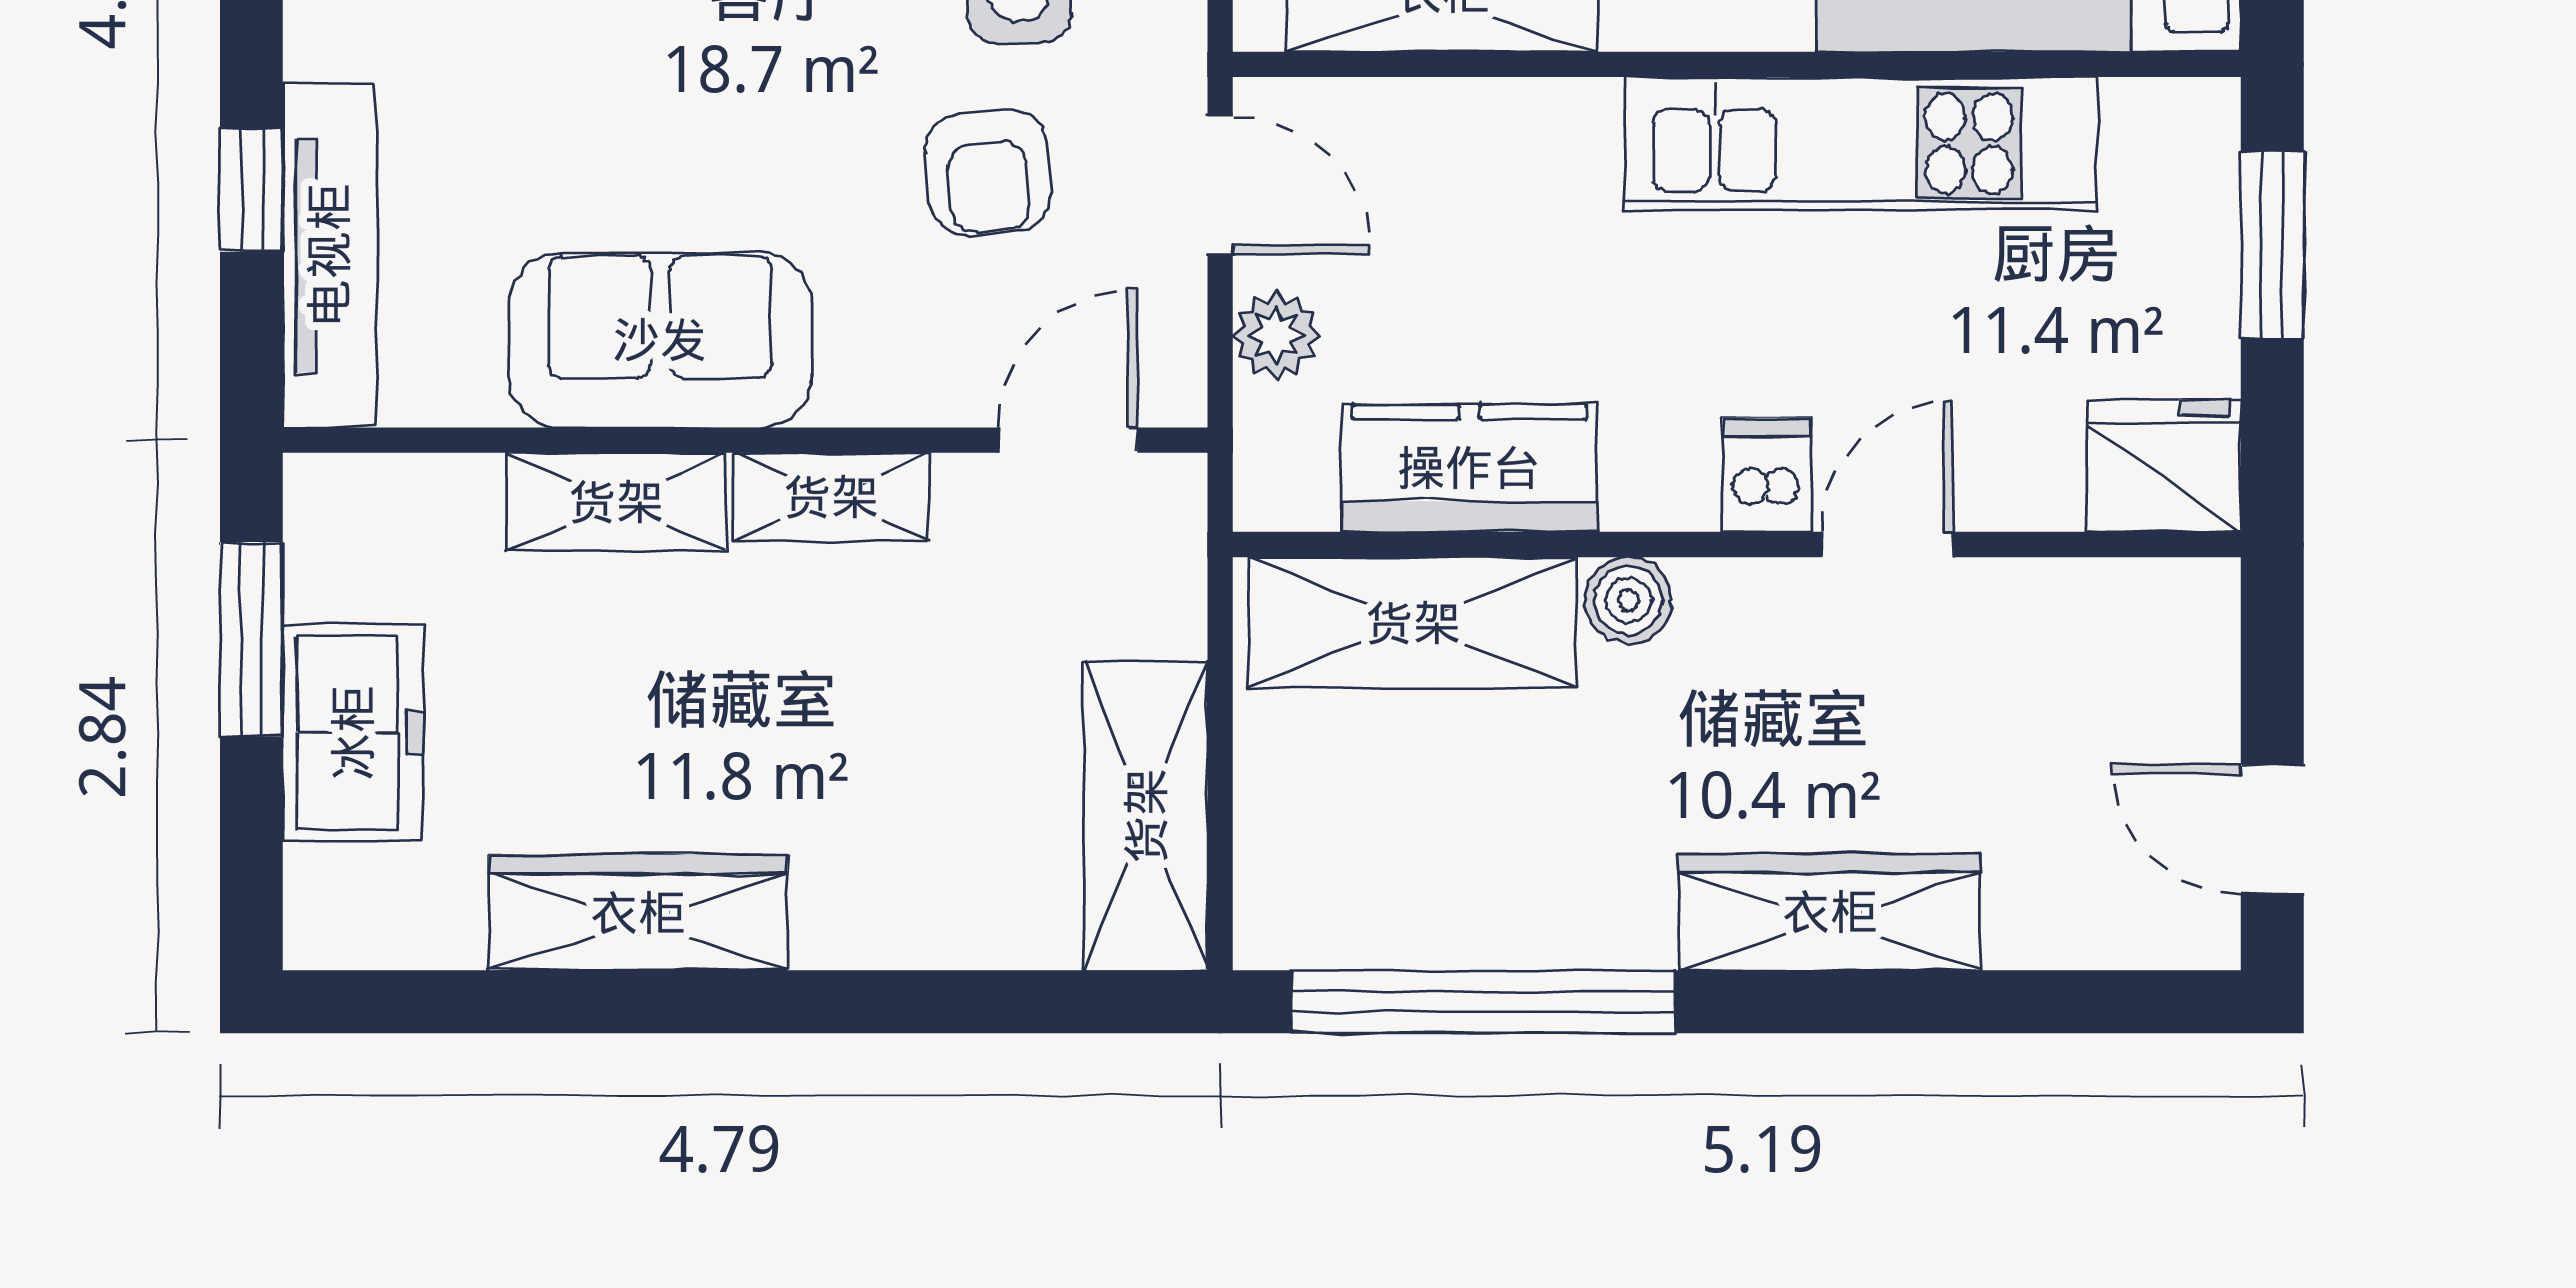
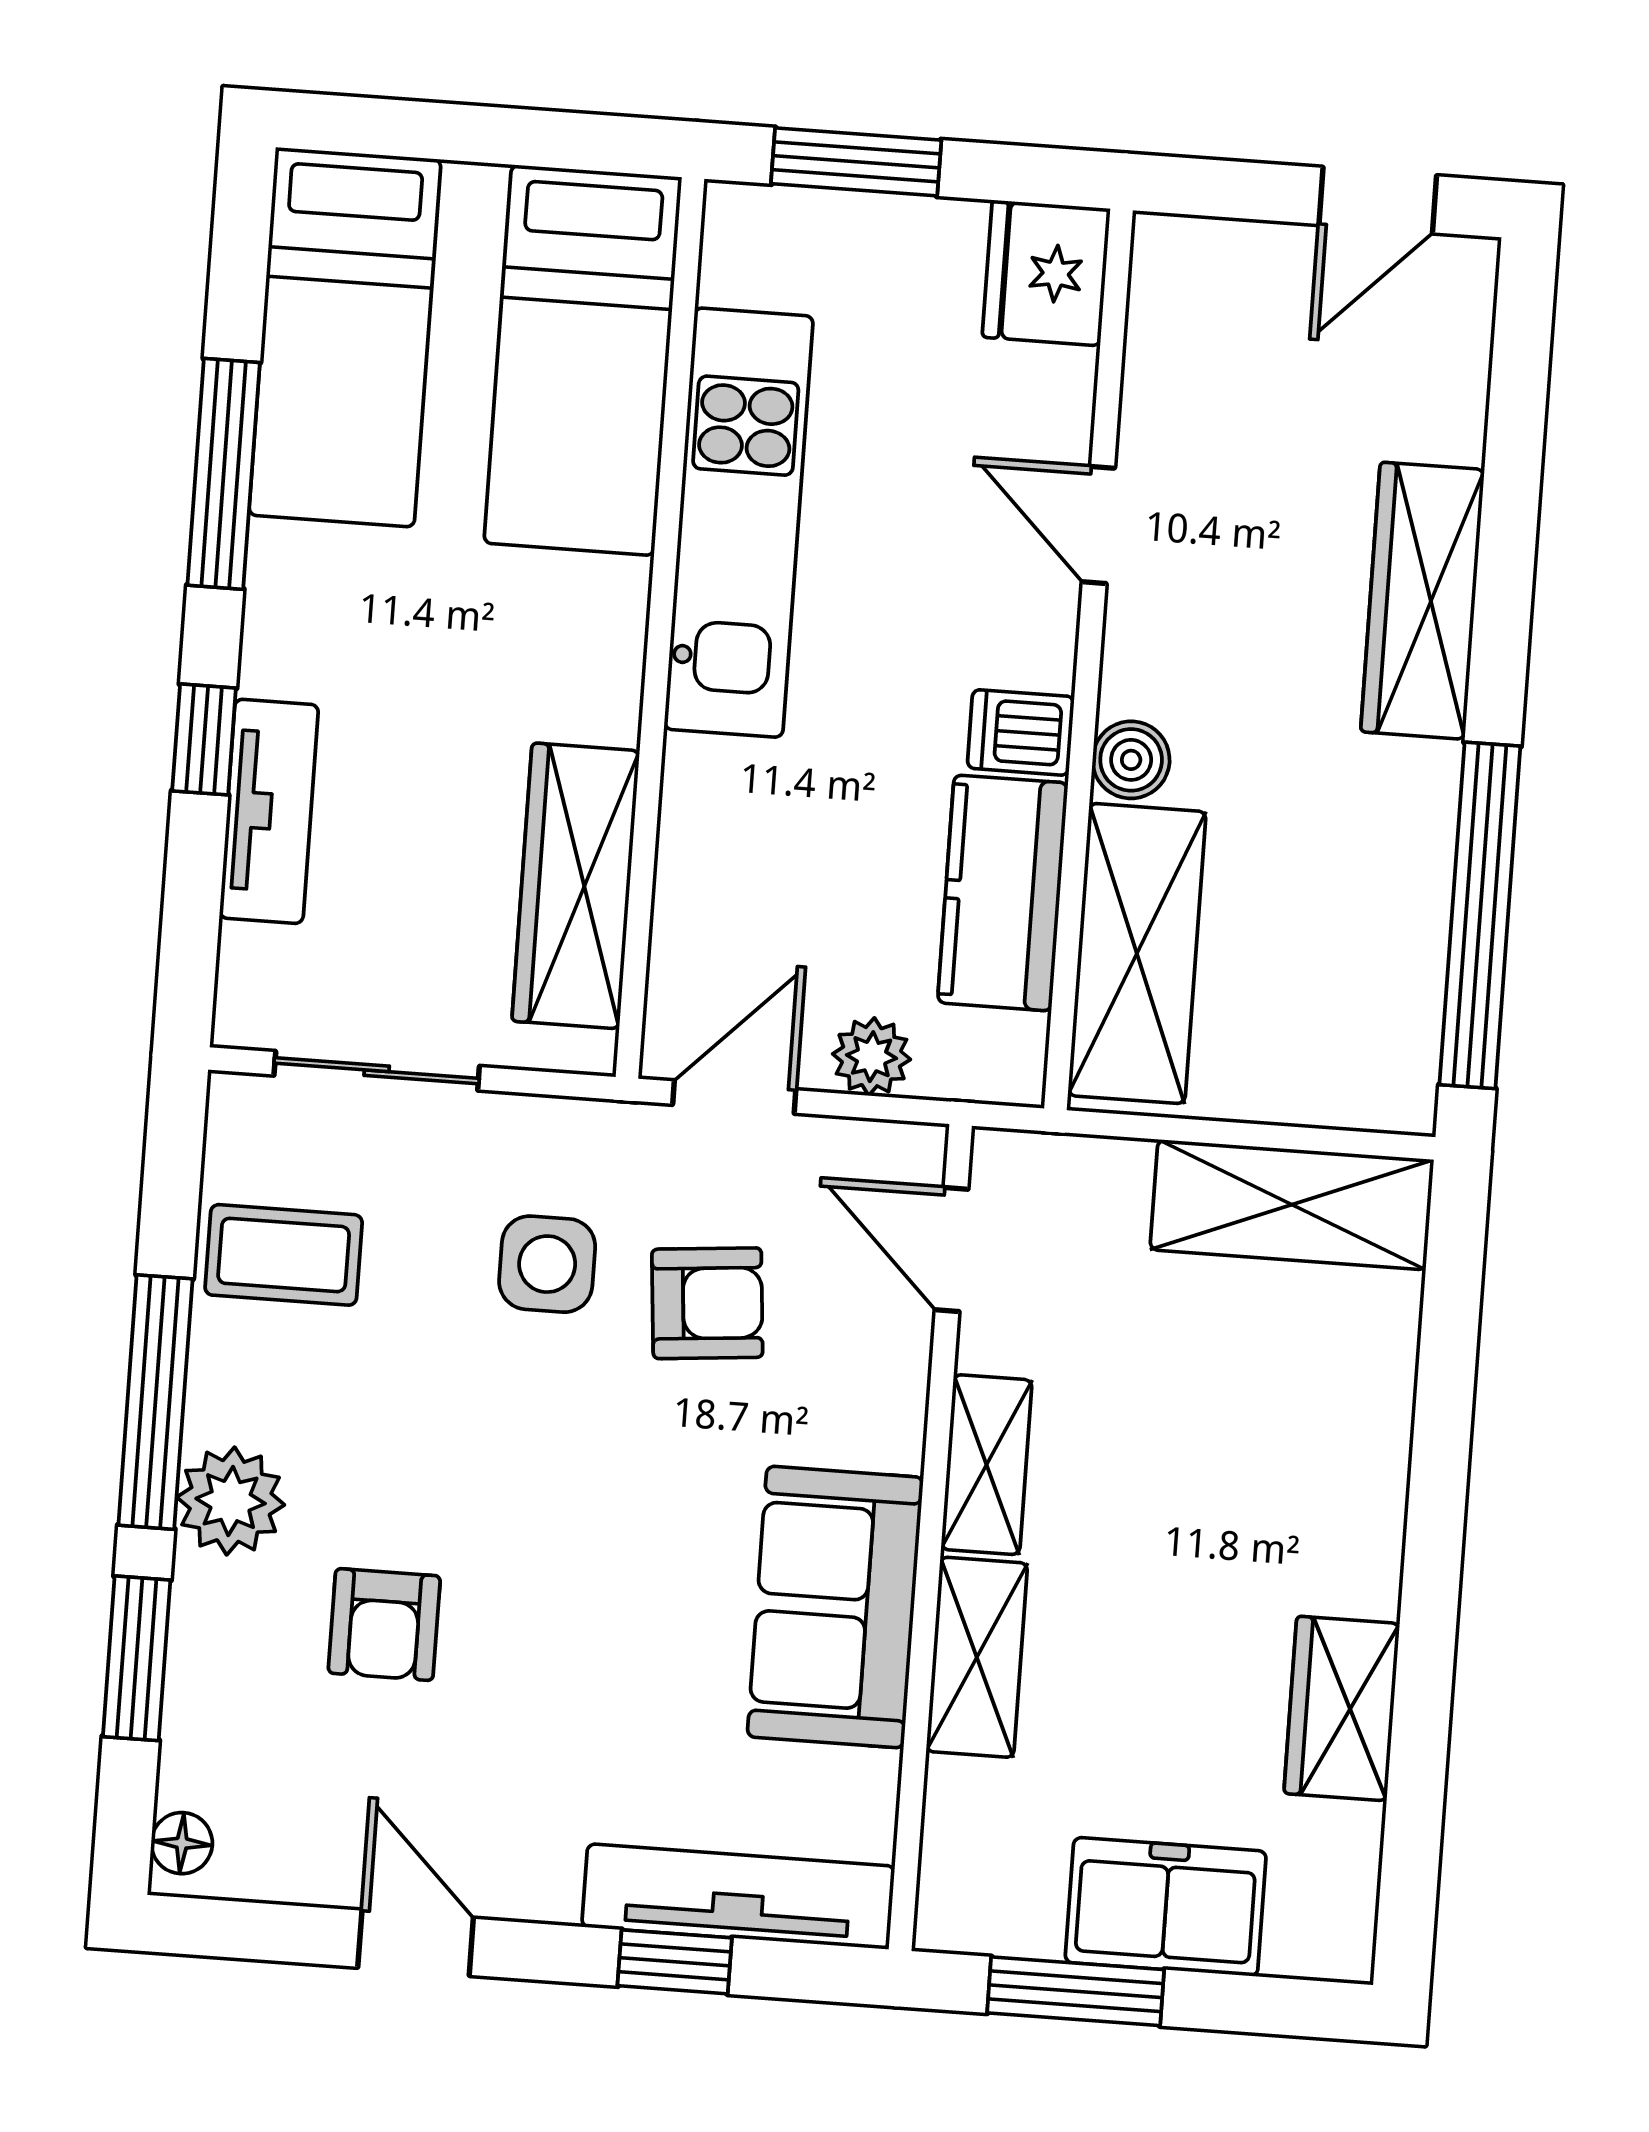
dishwasher: (1767, 475) -> (1021, 732), moved
wardrobe: (638, 913) -> (1342, 1708), width x0.67

